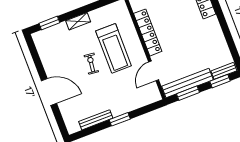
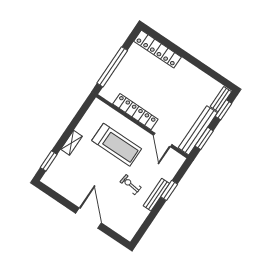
exercise bike: (91, 64) -> (131, 185), moved
door: (49, 92) -> (89, 218), hinge flipped
window: (120, 119) -> (169, 190), moved
bench: (96, 120) -> (156, 195), moved

